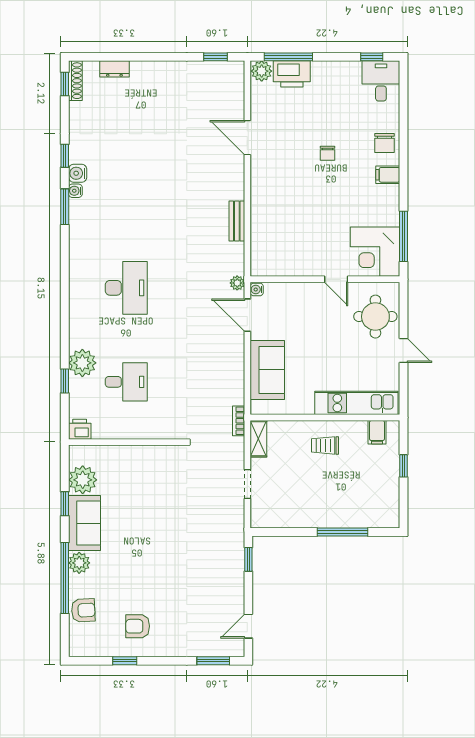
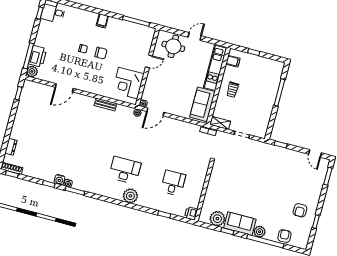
chair: (385, 143) -> (101, 53), moved
corner desk: (375, 252) -> (128, 83), moved, turned 90
plant: (82, 363) -> (130, 196), moved
sofa: (267, 370) -> (202, 104), moved, turned -90

